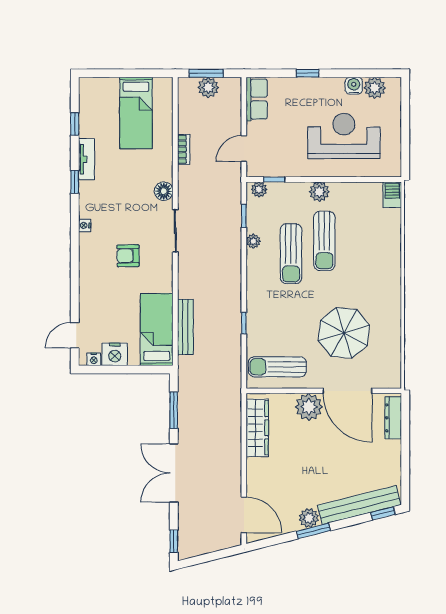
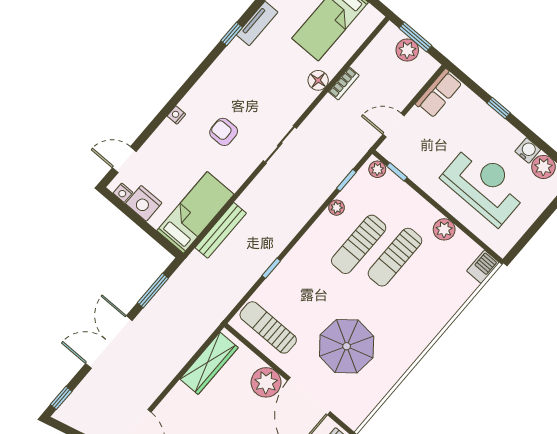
floor lamp: (164, 191) -> (318, 80), moved
plant: (319, 192) -> (444, 229), moved
nightstand: (85, 225) -> (176, 115), moved

